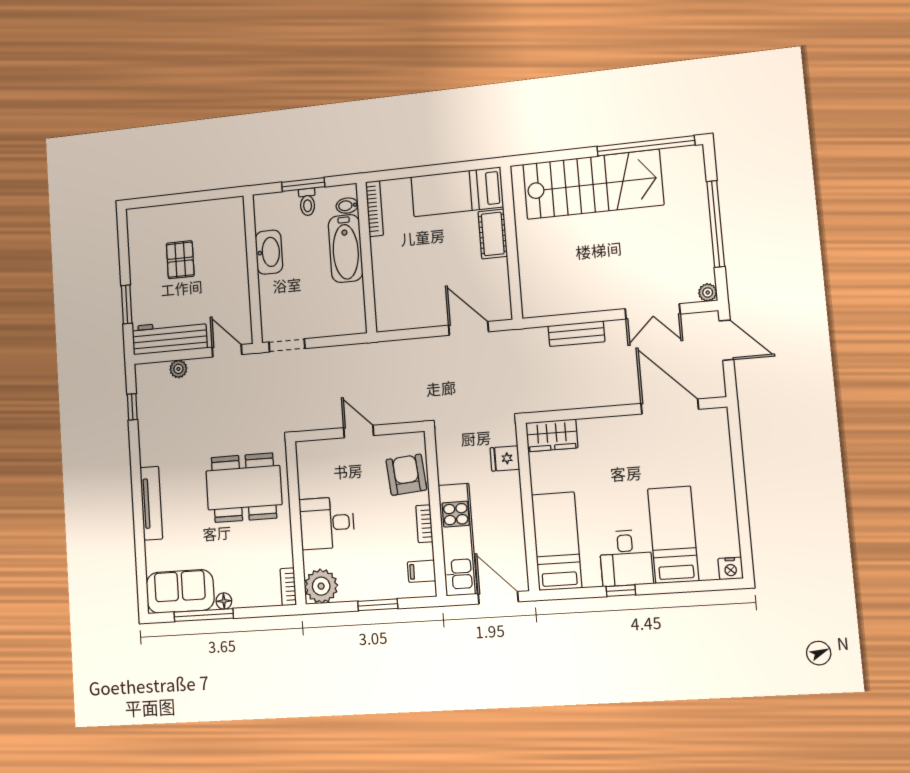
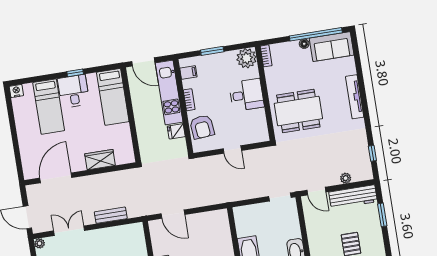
door: (670, 406) -> (56, 178), swing flipped
wardrobe: (552, 435) -> (100, 160), moved
fridge: (505, 458) -> (176, 131), moved, turned 180
window: (204, 615) -> (316, 34), width x1.46

